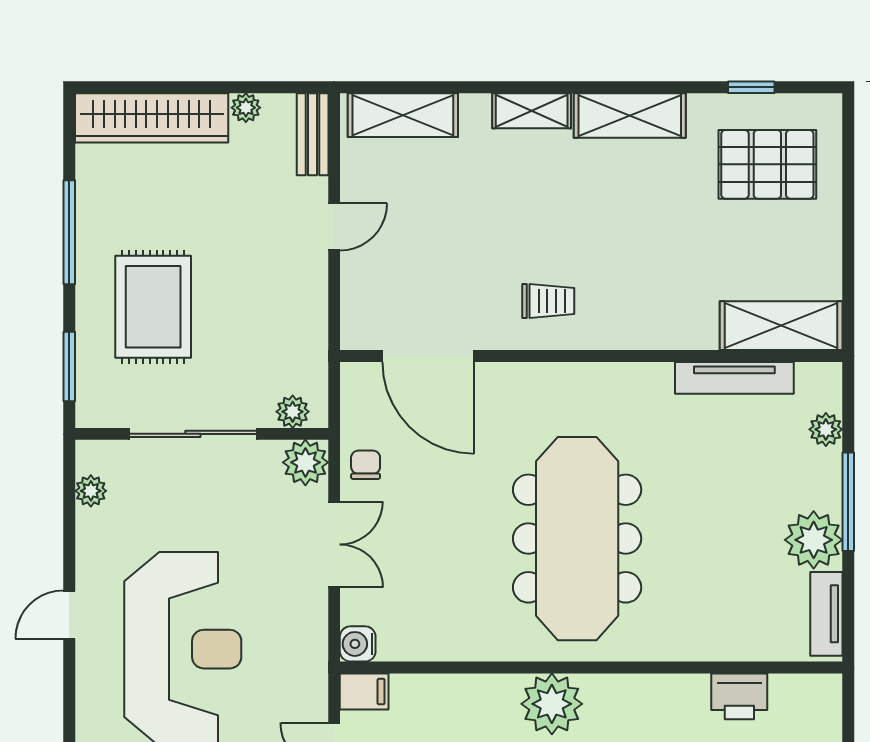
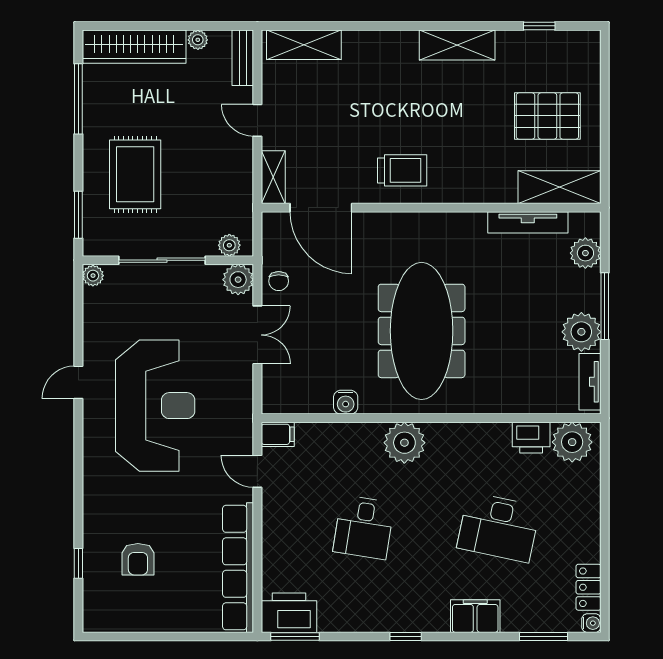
shelving: (532, 111) -> (273, 177), moved, turned 90
pallet: (767, 164) -> (547, 116), moved
door: (334, 227) -> (257, 120), swing flipped
window: (69, 232) -> (78, 99), moved
trolley: (548, 301) -> (402, 170), width x1.36, depth x1.39
plant: (826, 429) -> (585, 253), width x1.38, depth x1.38
chair: (366, 465) -> (279, 281), turned 180
plant: (91, 491) -> (93, 276), moved
water cooler: (358, 644) -> (346, 402), moved, turned -90
plant: (800, 703) -> (572, 442), added

